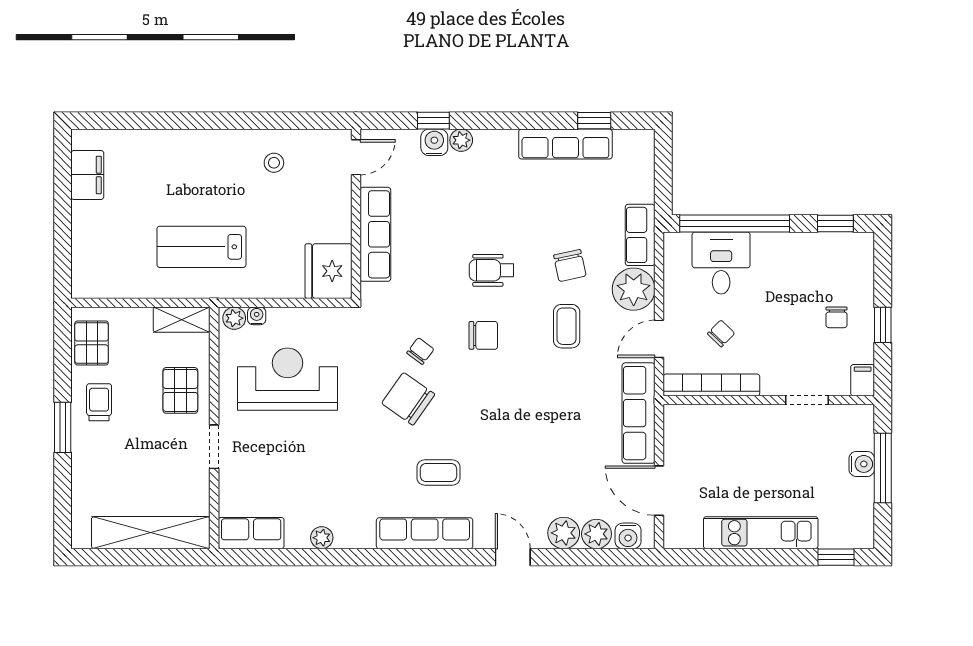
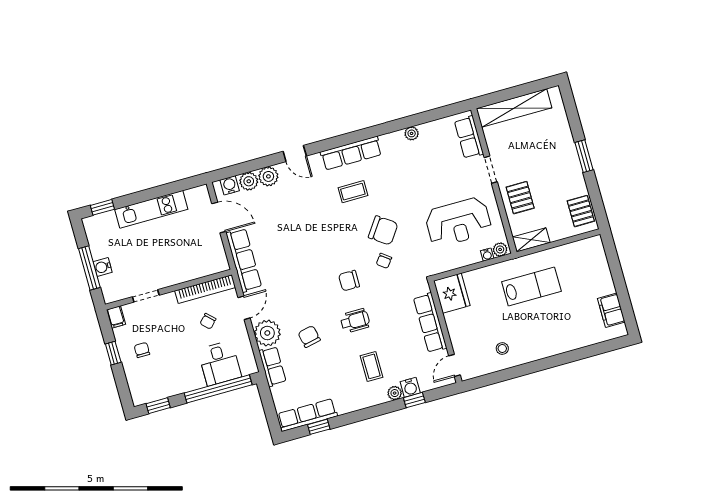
row of seats: (565, 144) -> (307, 415), moved
coffee table: (567, 326) -> (372, 366), moved
trolley: (99, 402) -> (567, 177), removed
row of seats: (251, 533) -> (469, 137), moved, turned 90

